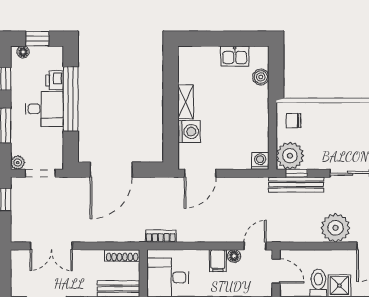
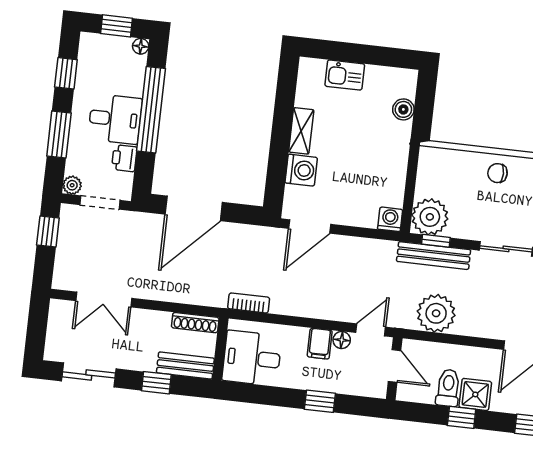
floor lamp: (23, 52) -> (141, 46), moved
kitchen sink: (235, 56) -> (345, 75), moved
printer: (55, 80) -> (124, 158), moved
chair: (294, 121) -> (498, 173), moved
plant: (335, 228) -> (436, 313), moved

